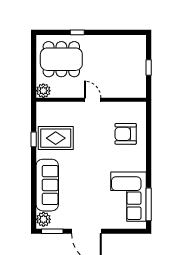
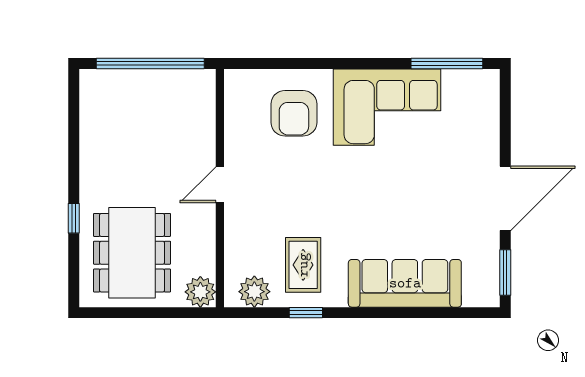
window: (149, 68) -> (150, 63), width x3.17
rug: (56, 138) -> (303, 265), width x0.73, depth x0.70
corner sofa: (129, 197) -> (387, 107), moved
plant: (43, 219) -> (254, 292), moved

